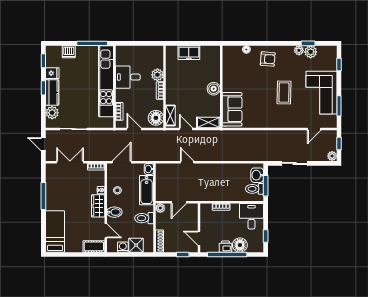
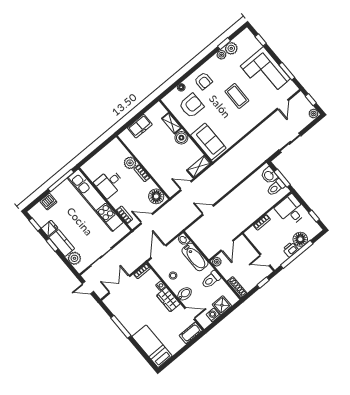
armchair: (268, 59) -> (203, 81), turned 85
armchair: (242, 70) -> (191, 106), added
shelving: (170, 115) -> (172, 123), moved

